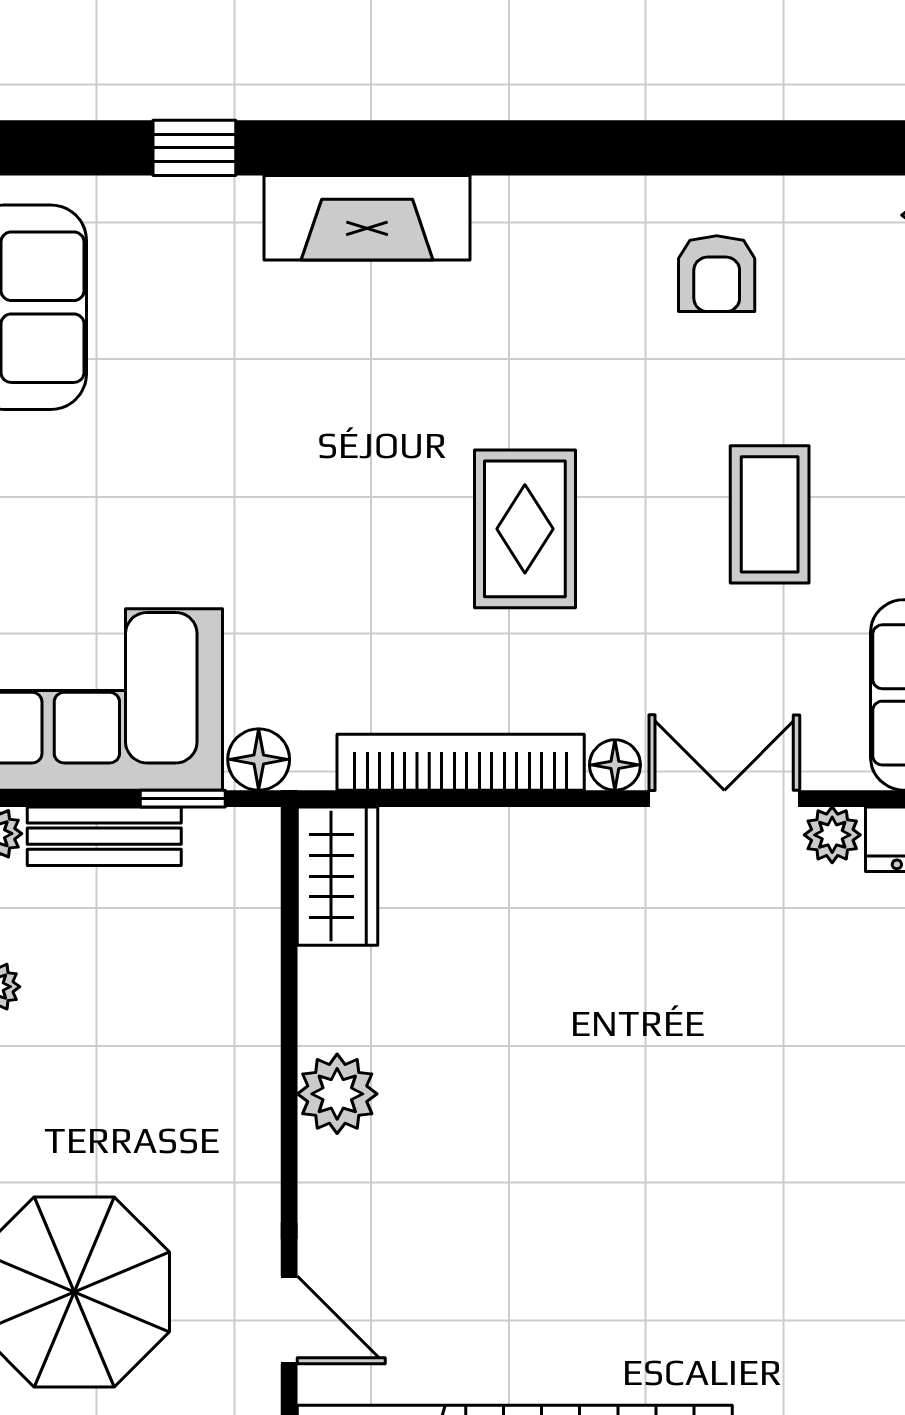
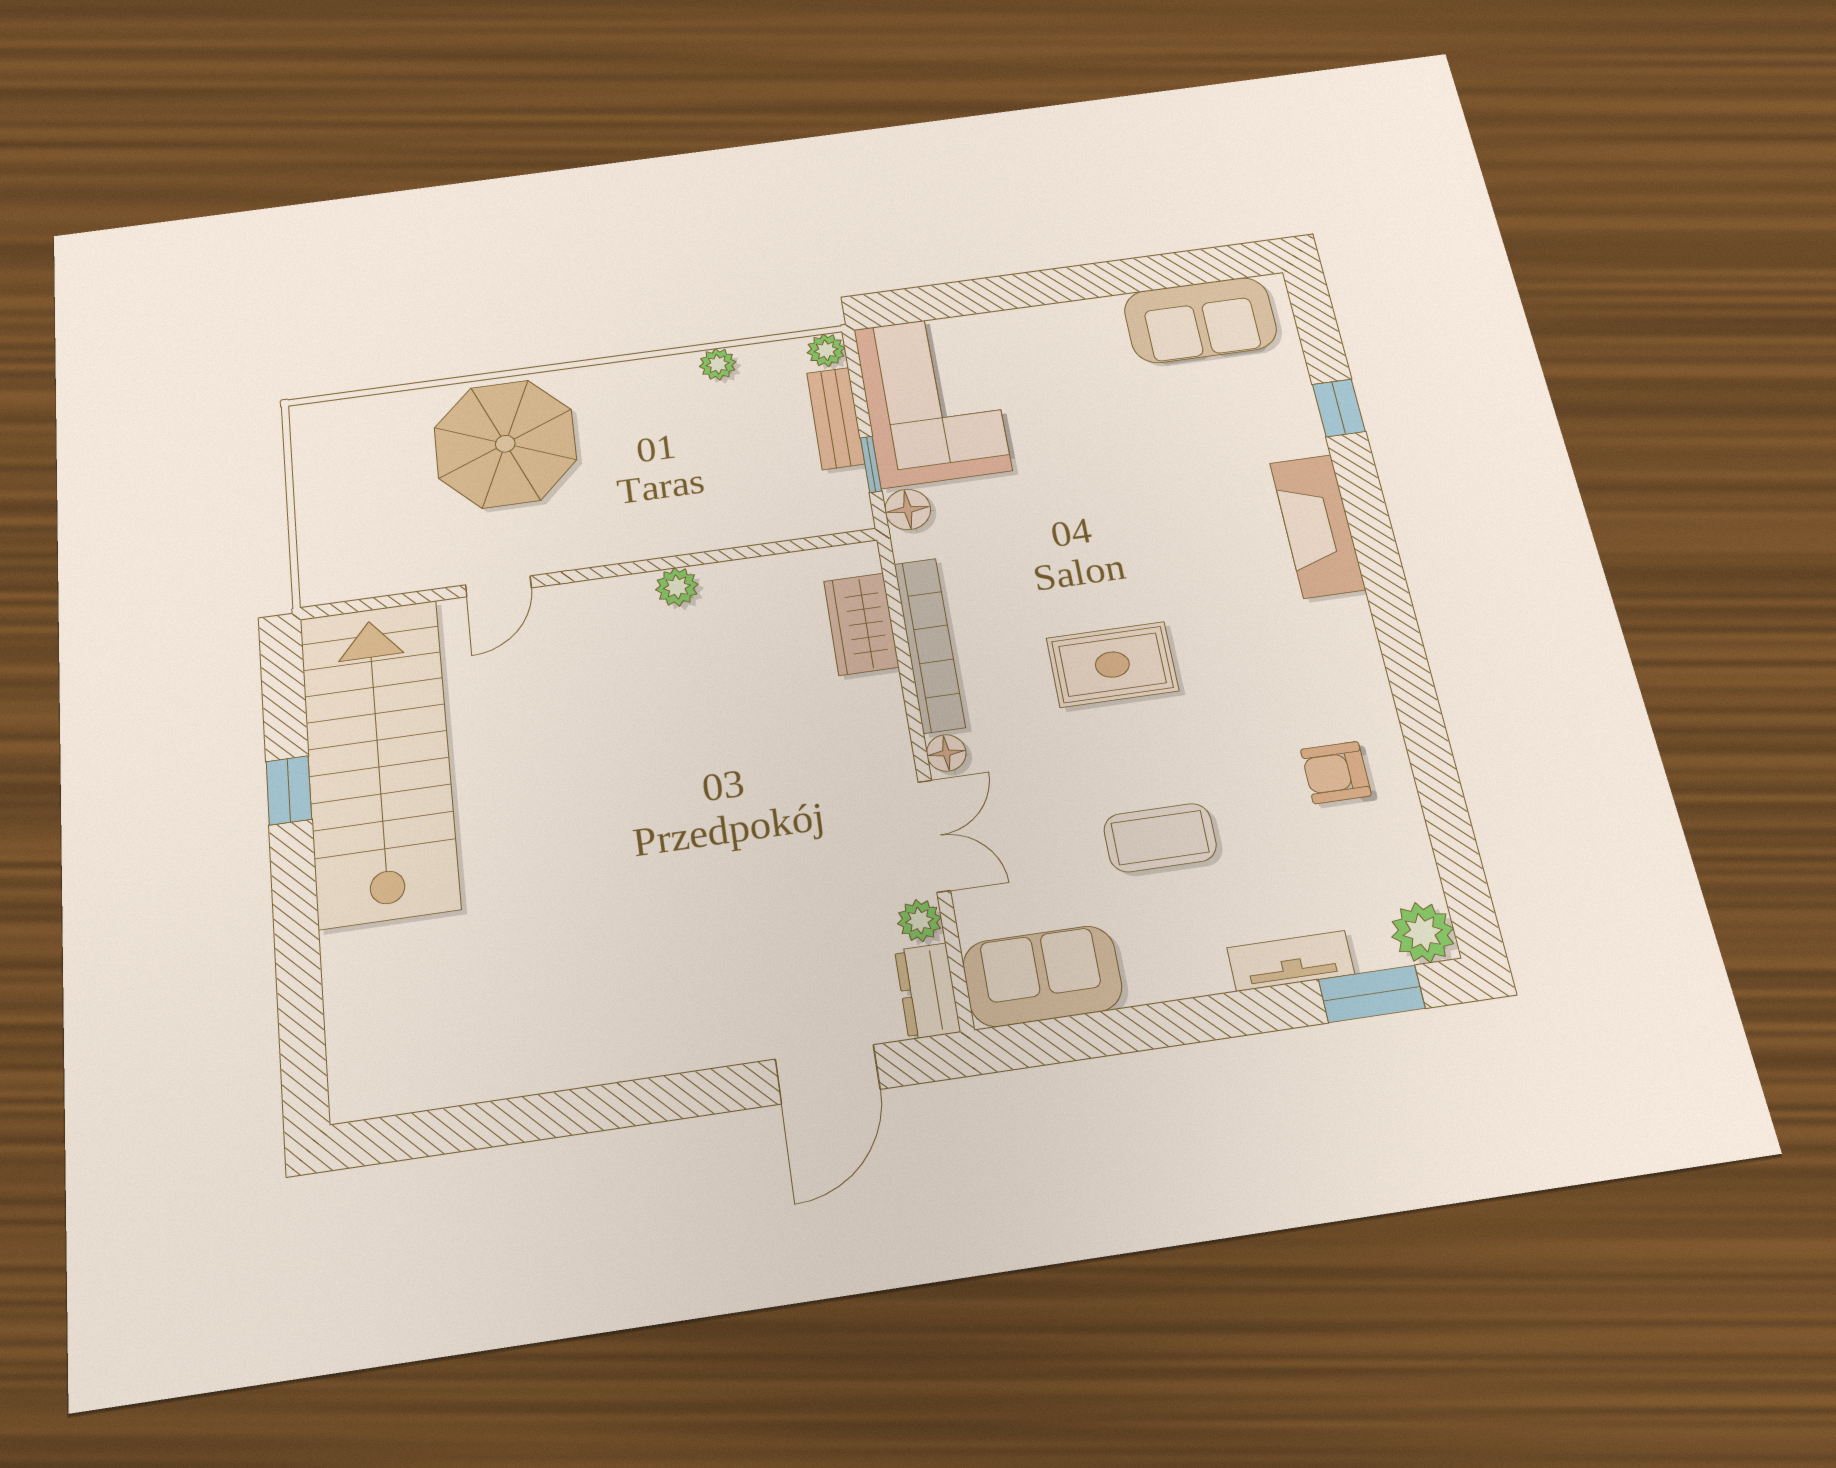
wardrobe: (338, 876) -> (861, 624), moved, turned 90
plant: (337, 1094) -> (677, 587), width x0.73, depth x0.73

